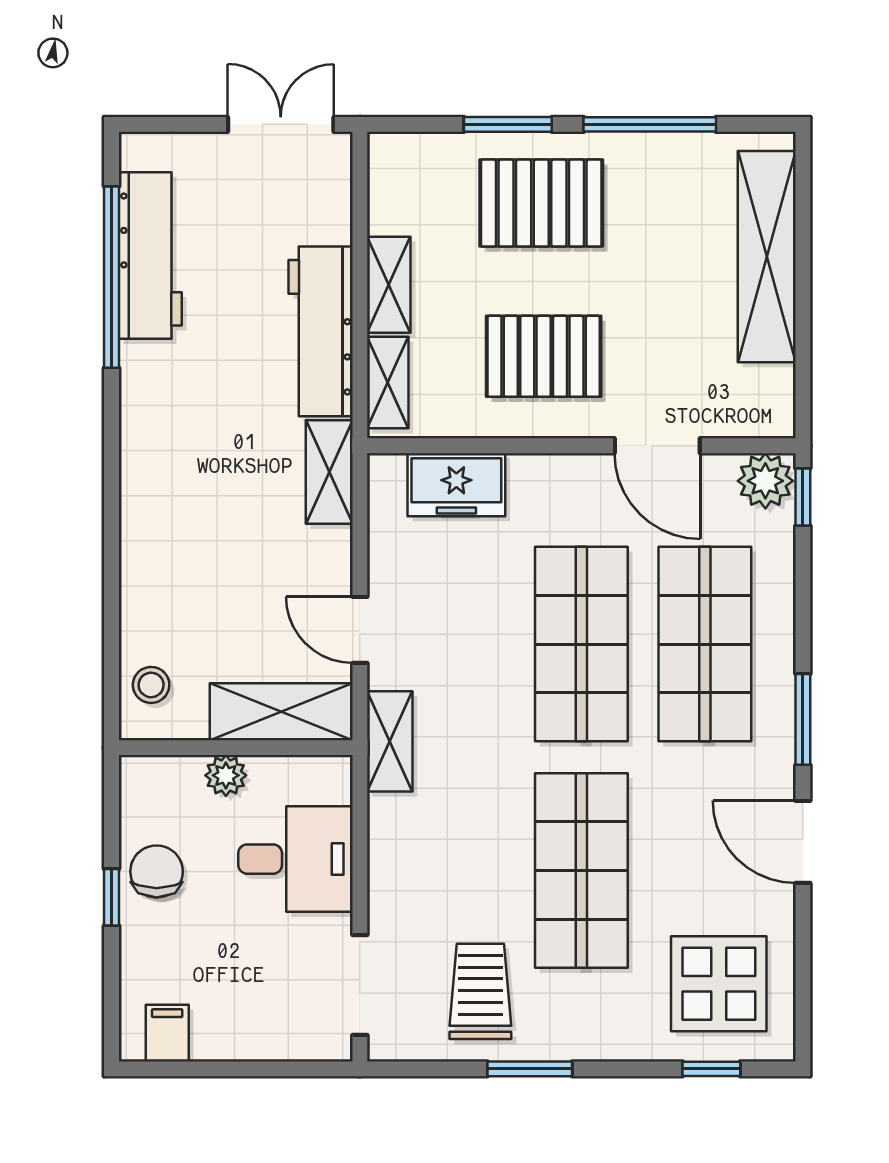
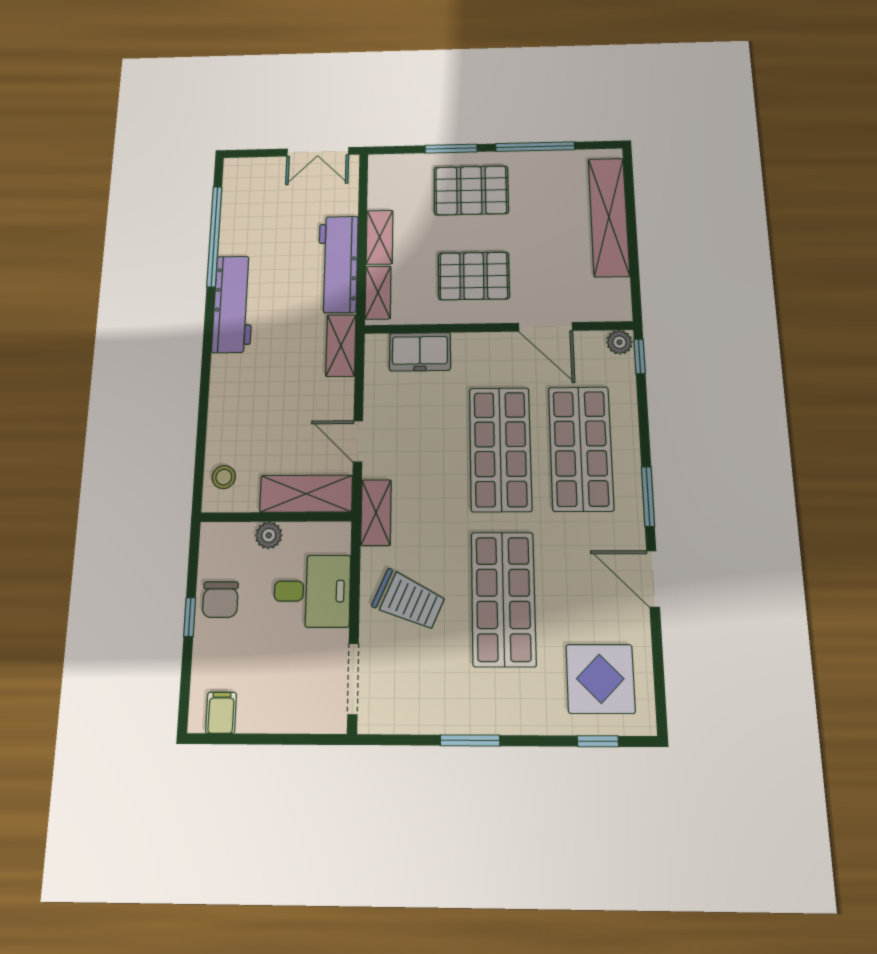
double door: (281, 124) -> (318, 152), swing flipped
workbench: (150, 256) -> (233, 304), moved
plant: (765, 481) -> (619, 342), width x0.73, depth x0.73
chair: (157, 871) -> (220, 600), turned 180
trolley: (480, 991) -> (409, 600), moved, turned 114

